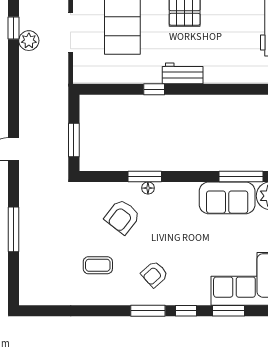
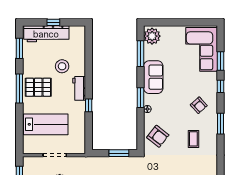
stool: (220, 45) -> (62, 66), added
window: (145, 176) -> (141, 98), moved
sofa: (227, 198) -> (153, 77), moved
armchair: (122, 217) -> (158, 136), moved
window: (148, 311) -> (221, 124), moved

